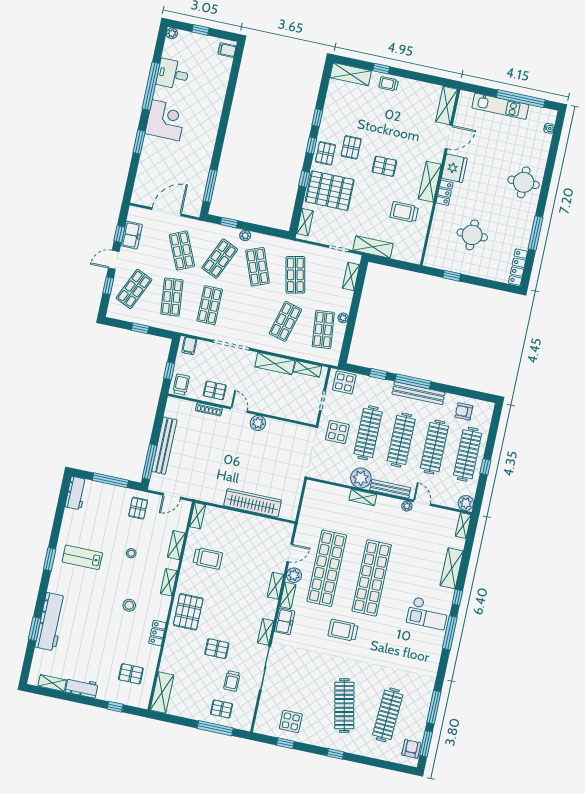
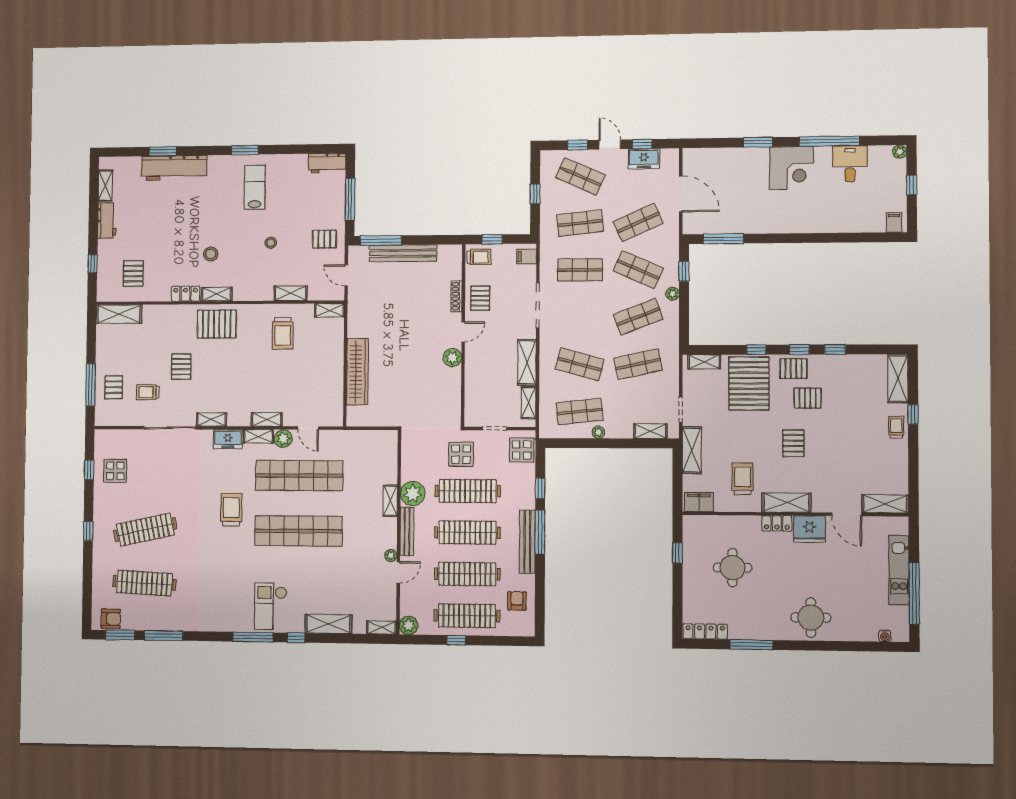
filing cabinet: (415, 250) -> (699, 502), added
shelving: (169, 582) -> (217, 294), moved

